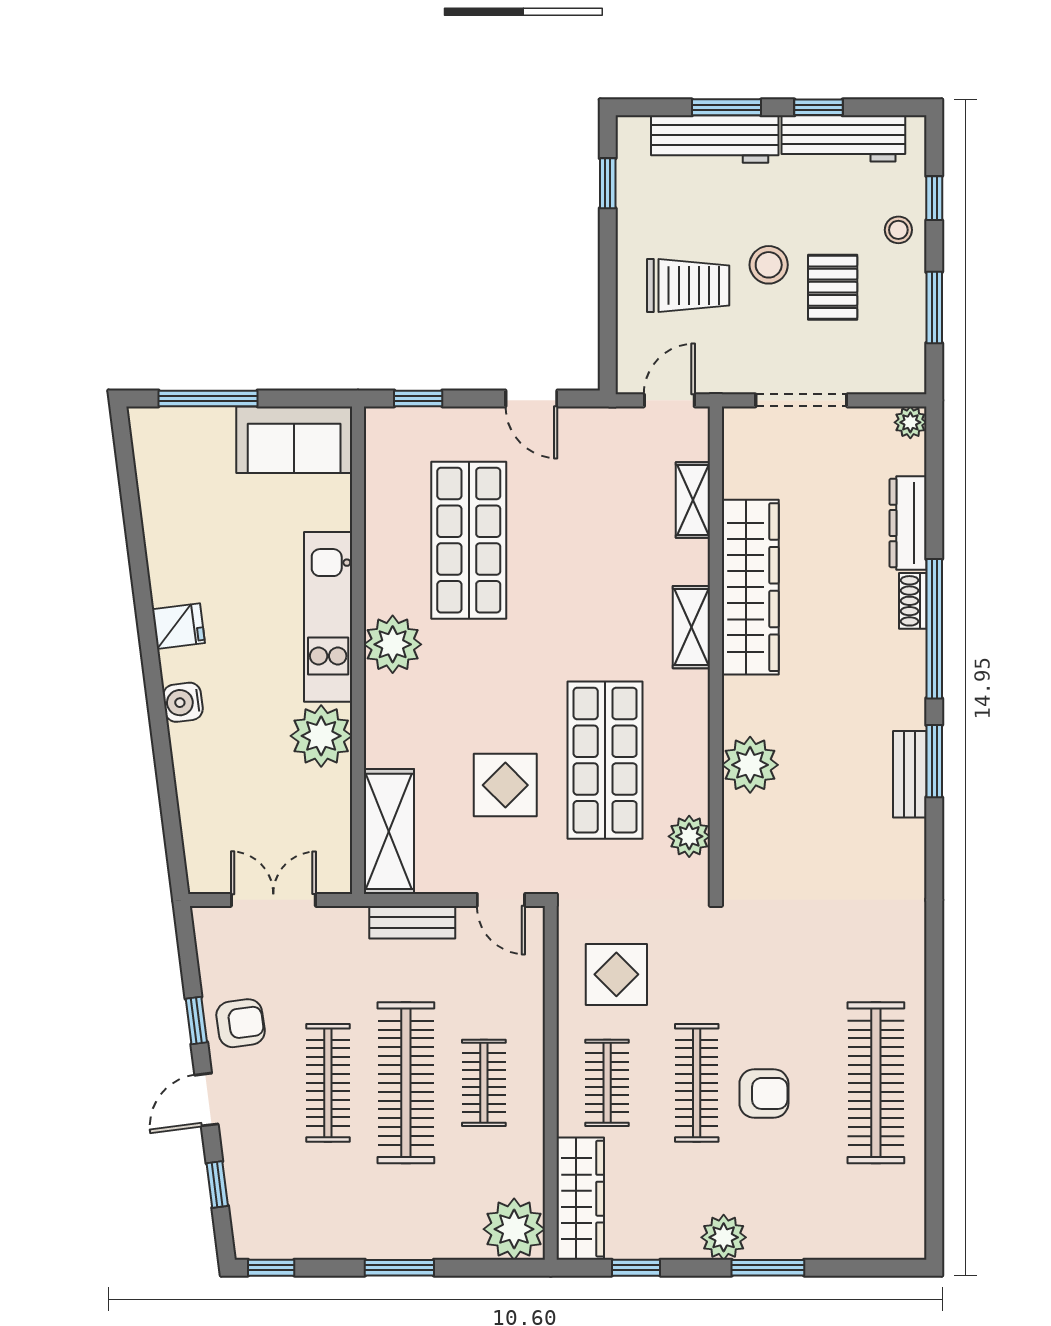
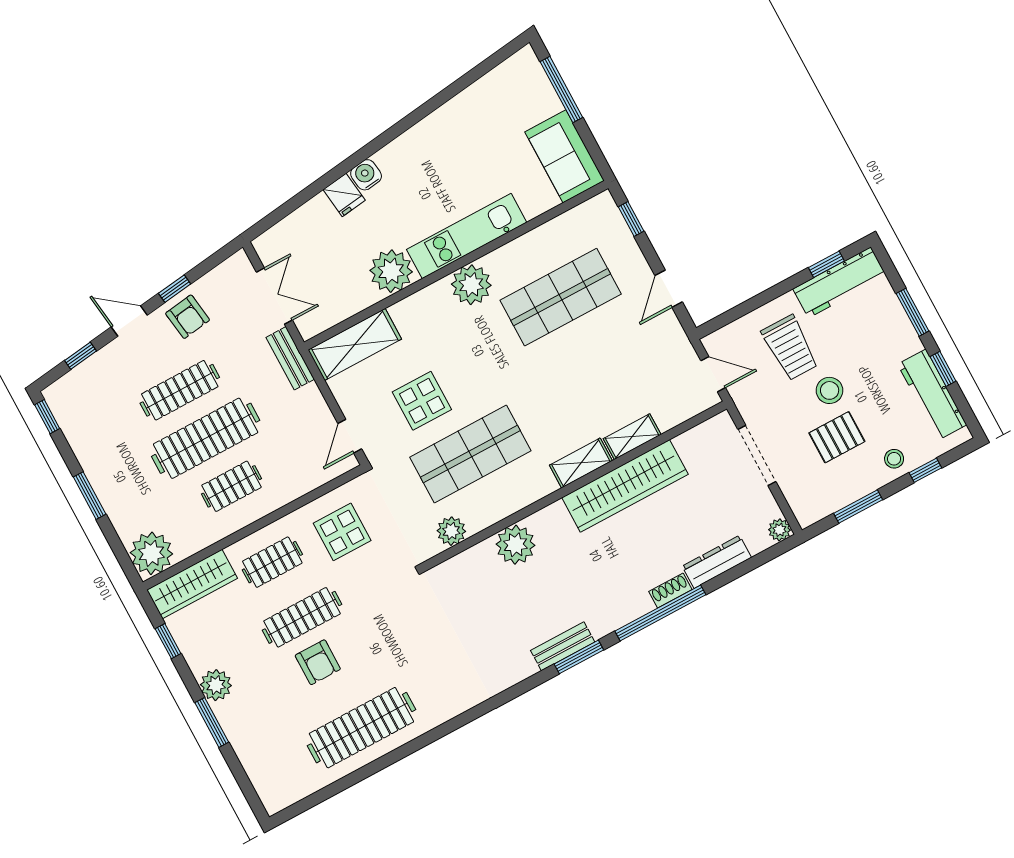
workbench: (715, 139) -> (840, 282), moved, turned -90
shelving: (693, 500) -> (632, 437), moved
fridge: (178, 626) -> (344, 195), moved
bench: (412, 922) -> (290, 358), moved

